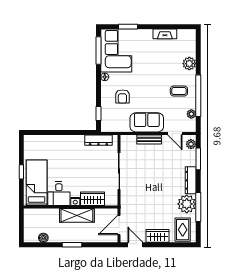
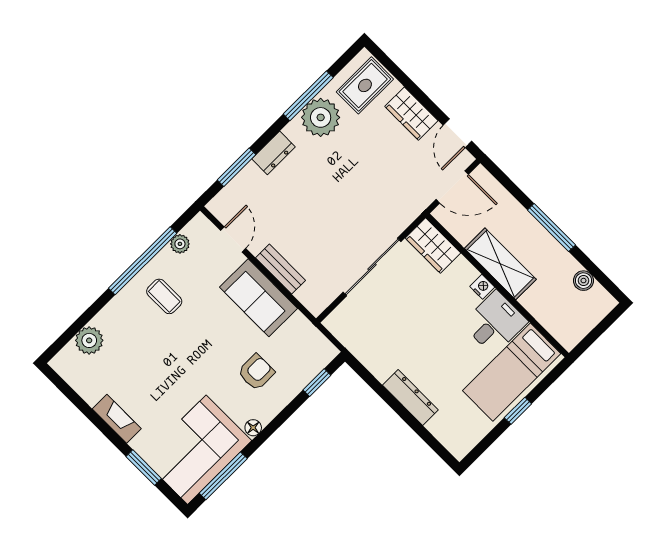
fireplace: (165, 34) -> (117, 419), moved
plant: (189, 64) -> (89, 340), moved
dresser: (98, 140) -> (410, 398), moved
plant: (191, 144) -> (225, 200), removed
dresser: (191, 180) -> (274, 153), width x0.70
wardrobe: (92, 199) -> (433, 246), moved
window: (72, 245) -> (551, 228), width x1.44

